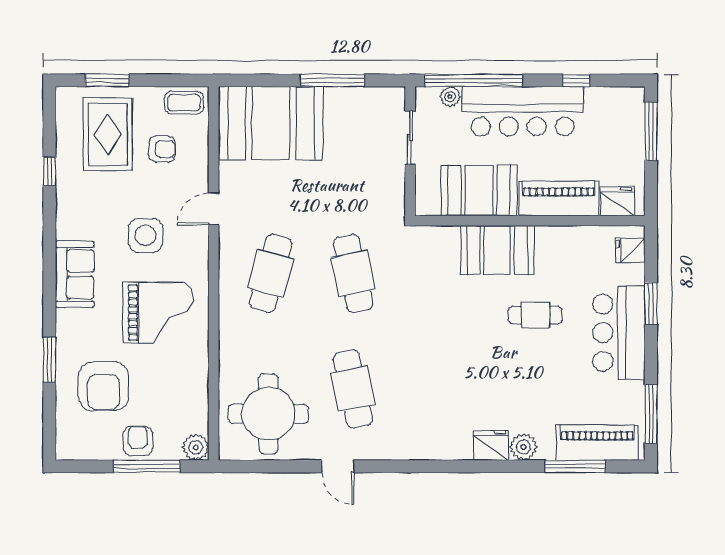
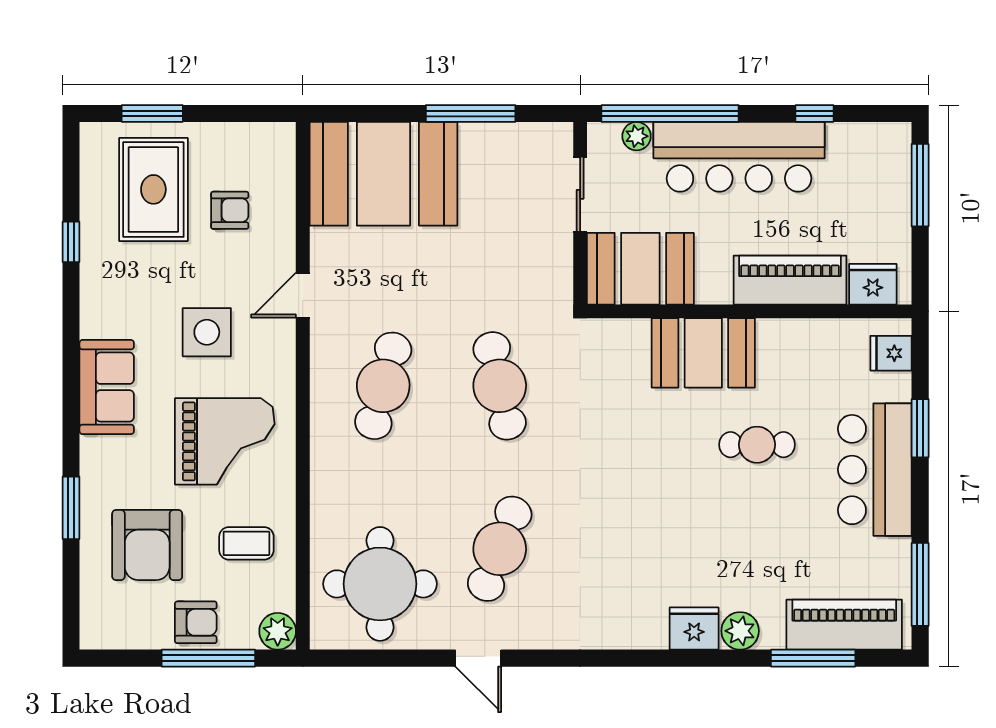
coffee table: (184, 103) -> (246, 543), moved
booth: (479, 190) -> (640, 269), moved
cafe table: (353, 389) -> (500, 549), turned 33
armchair: (138, 441) -> (196, 622), turned 90

